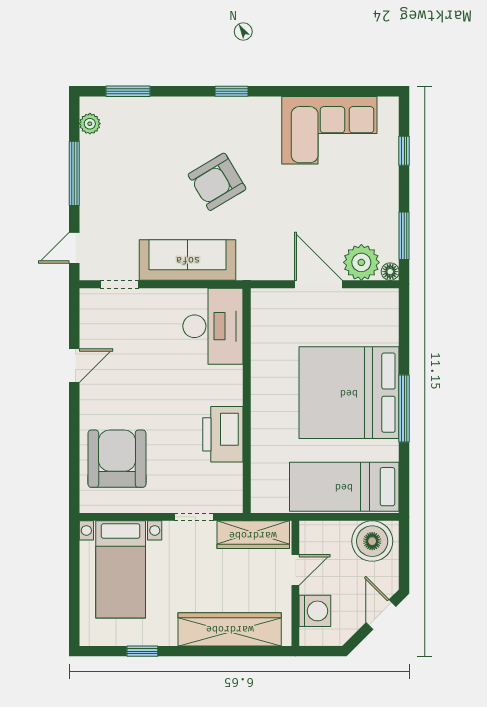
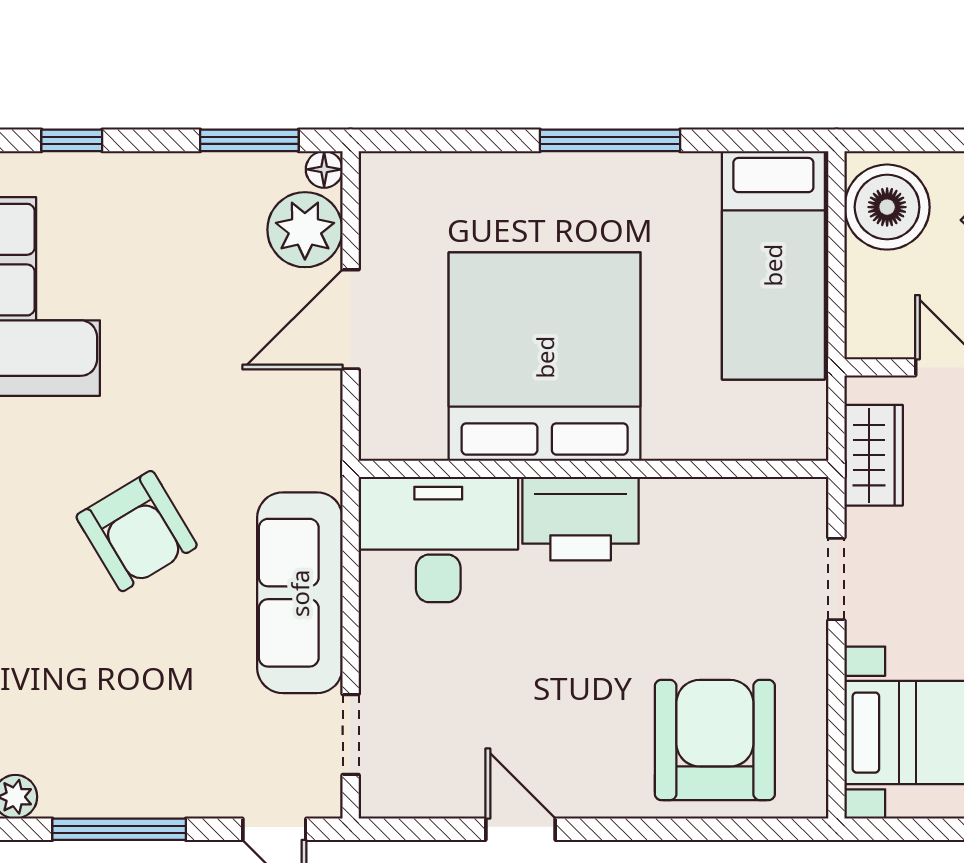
bed: (349, 393) -> (545, 357), moved, turned 180
printer: (223, 434) -> (581, 519), moved
armchair: (117, 459) -> (715, 740), turned 90
wardrobe: (253, 535) -> (874, 455), width x0.67

